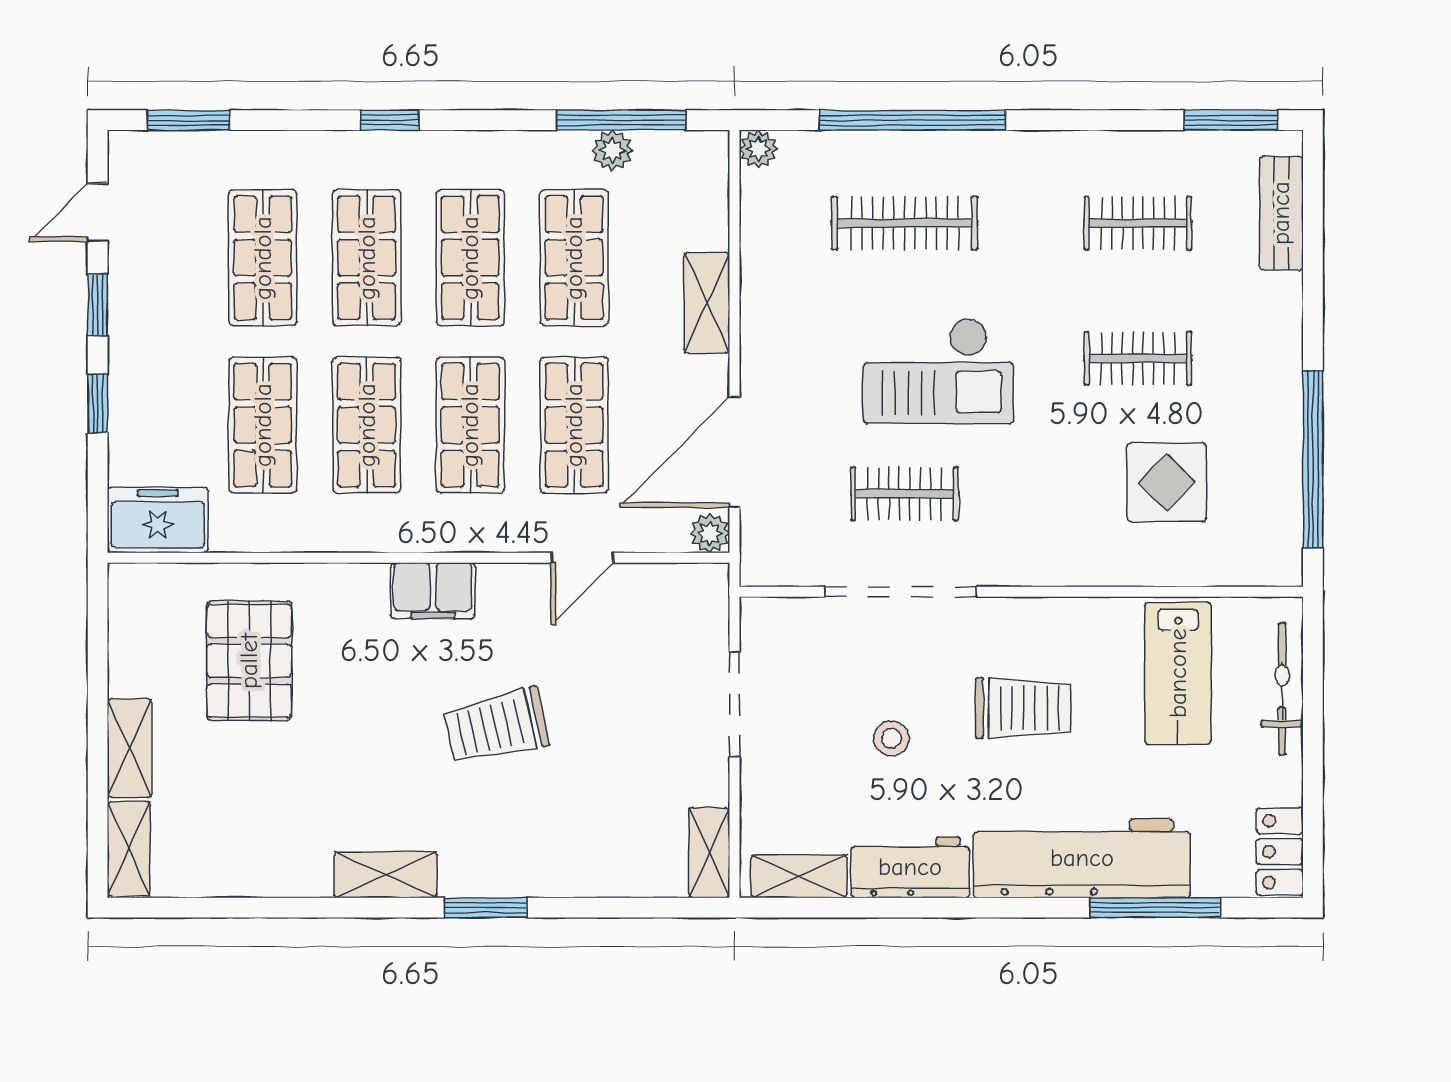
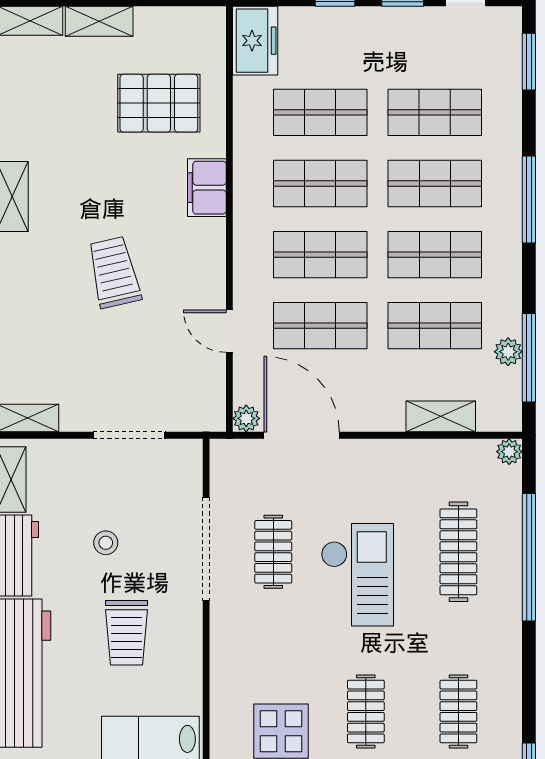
window: (390, 120) -> (529, 200), width x2.17
shelving: (707, 303) -> (441, 416), moved
checkout: (938, 371) -> (357, 575), turned 180
filing cabinet: (433, 591) -> (207, 188), moved

